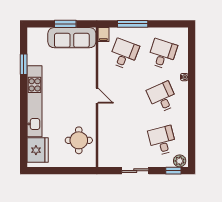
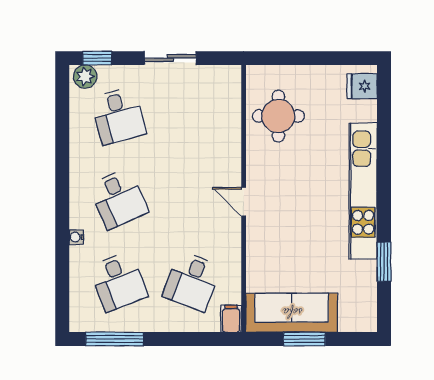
window: (133, 24) -> (115, 339), moved
desk: (162, 54) -> (118, 281), turned -39
fridge: (38, 150) -> (362, 86), width x0.53, depth x0.75

